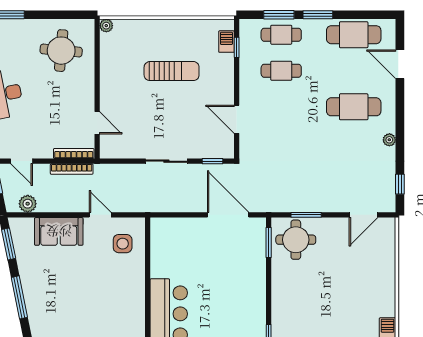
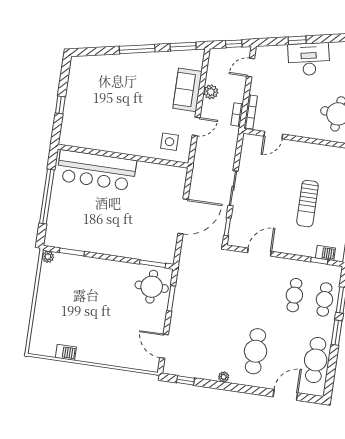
bookcase: (72, 169) -> (237, 115), width x0.64
plant: (28, 204) -> (211, 92), moved
door: (228, 215) -> (183, 216), moved

